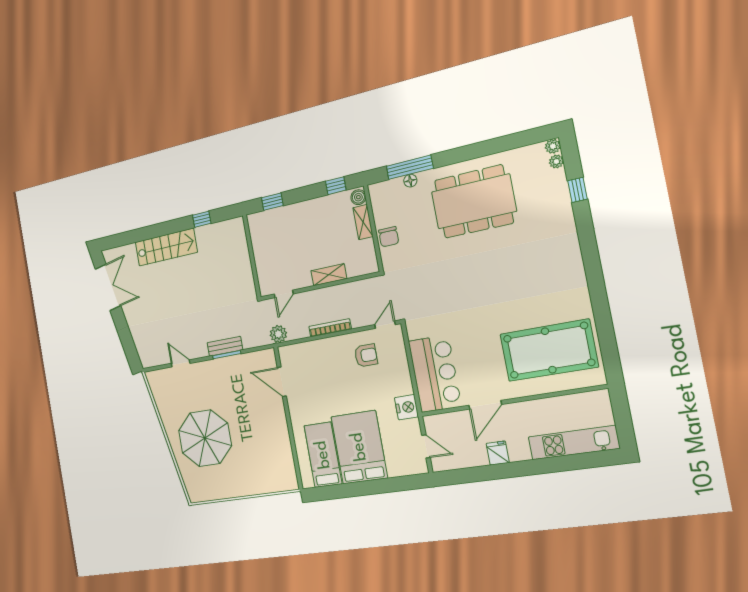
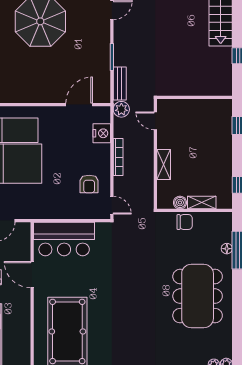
boiler: (358, 197) -> (180, 203), moved
chair: (389, 237) -> (185, 222), turned 180
bench: (225, 346) -> (120, 83), moved
nightstand: (407, 407) -> (102, 133), moved, turned -90

